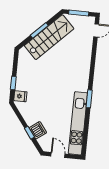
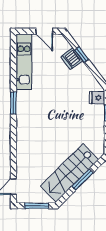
kitchen unit: (78, 123) -> (24, 62), width x0.73

